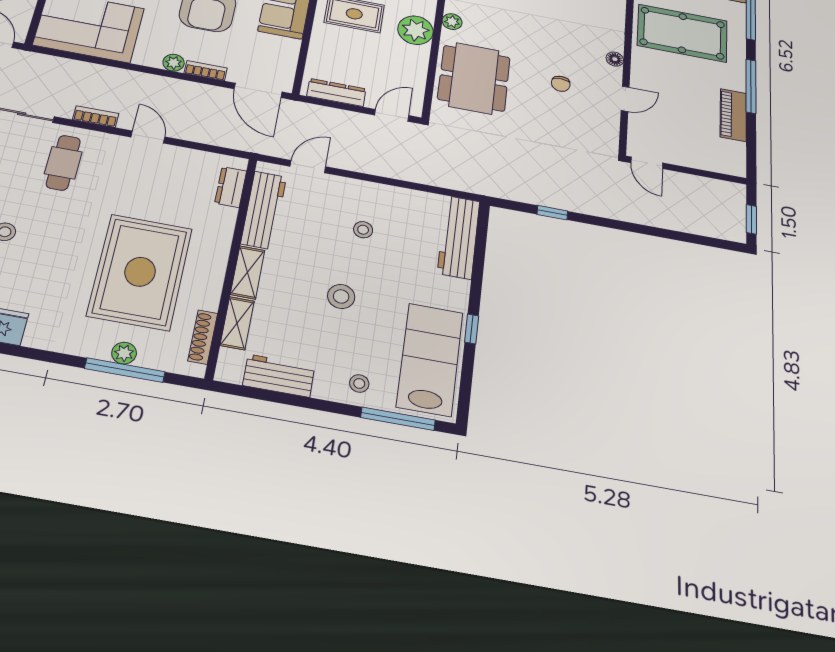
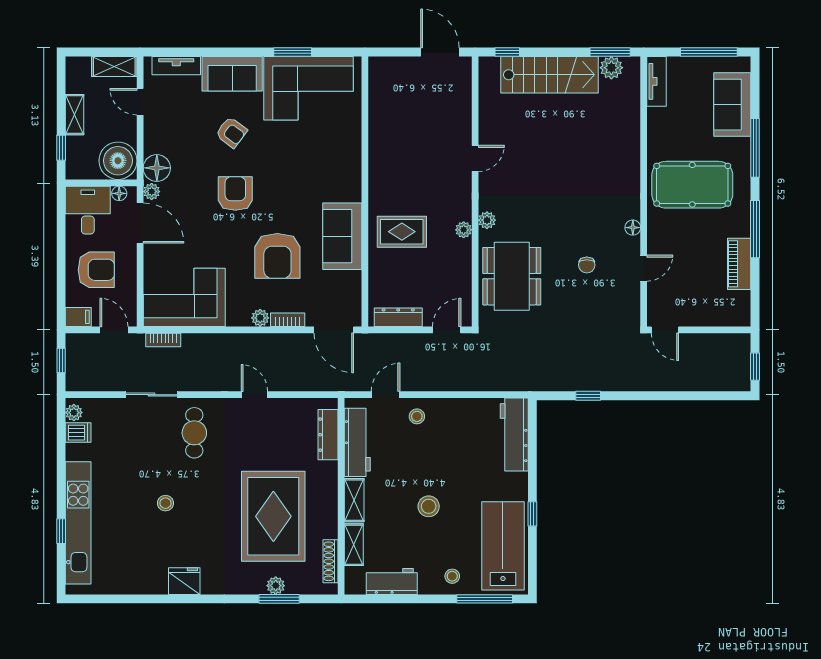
plant: (415, 30) -> (464, 230), width x0.53, depth x0.53
bookcase: (96, 117) -> (163, 340), moved, turned 180
dresser: (231, 187) -> (328, 435), width x1.44
stool: (363, 230) -> (417, 416), moved
window: (125, 370) -> (279, 599), width x0.69

